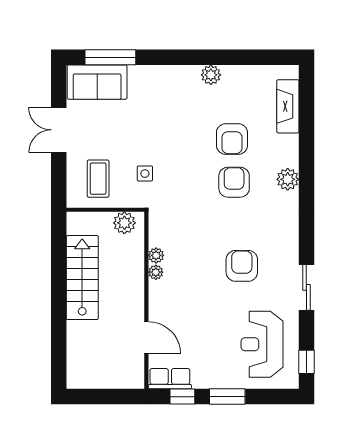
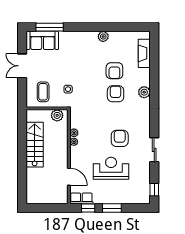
reception desk: (262, 344) -> (111, 168), moved, turned 90

